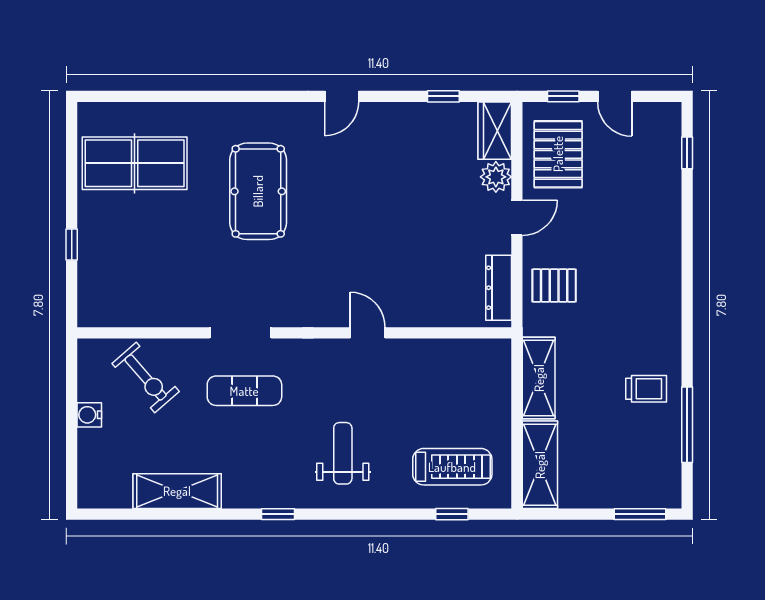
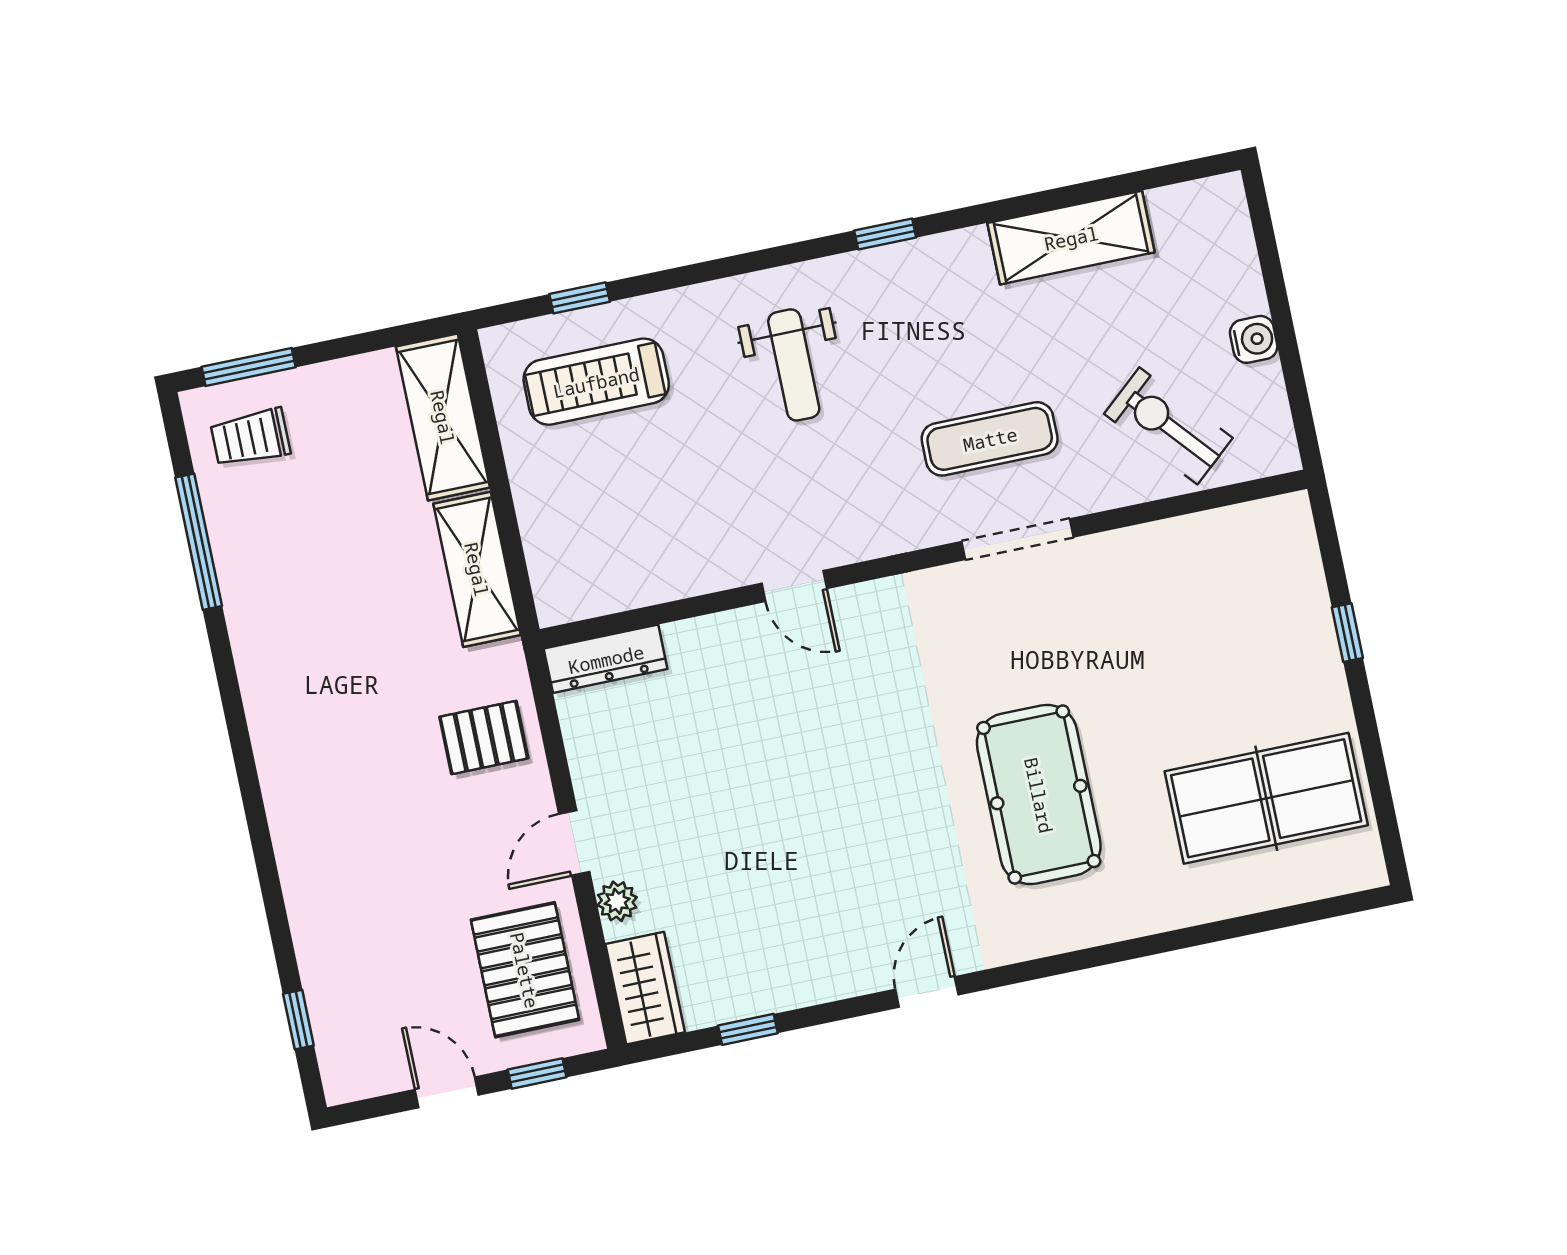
plant: (496, 177) -> (617, 901), width x0.73, depth x0.73
dresser: (499, 288) -> (606, 659), moved, turned 90
trolley: (646, 389) -> (250, 438), moved

